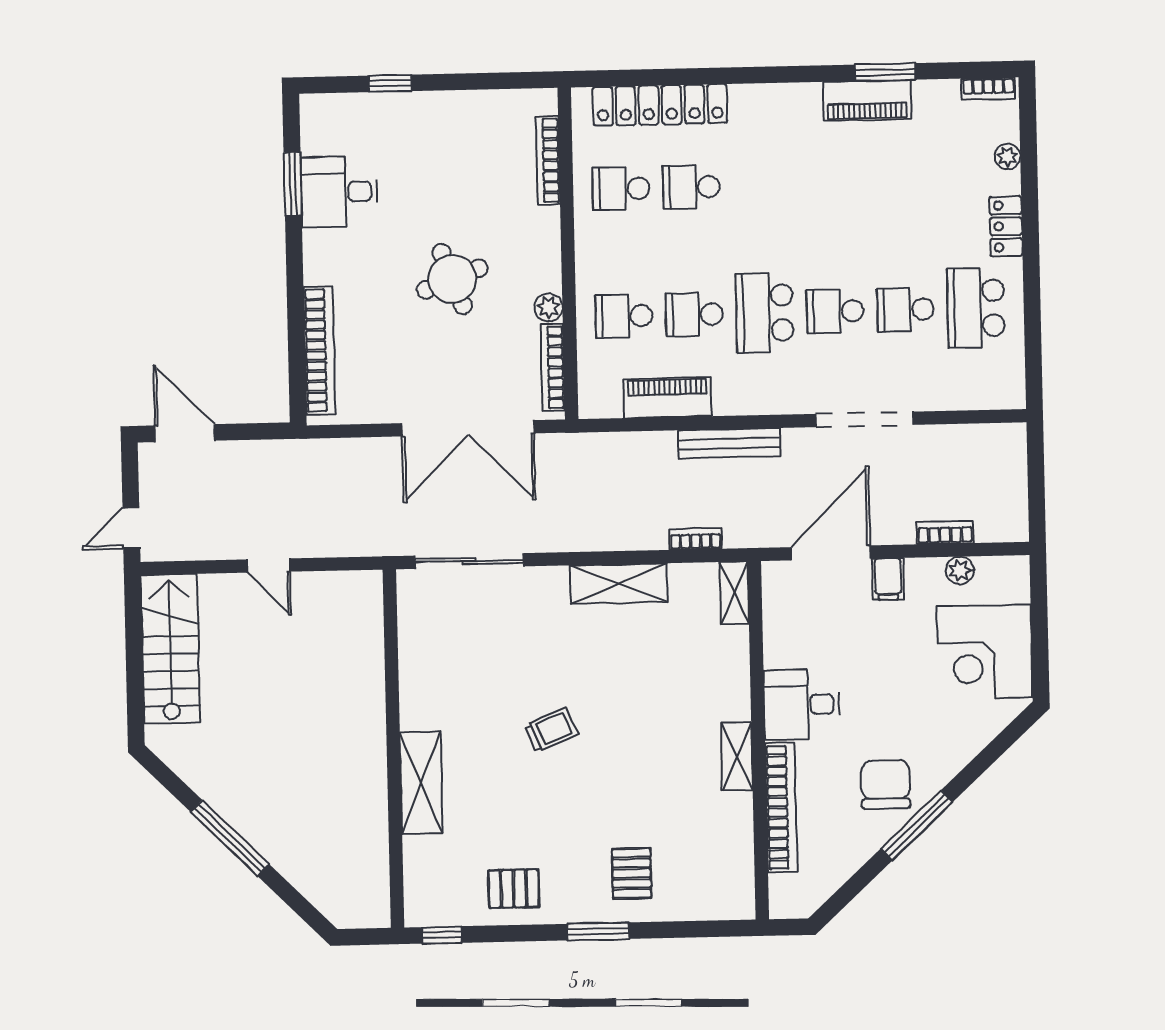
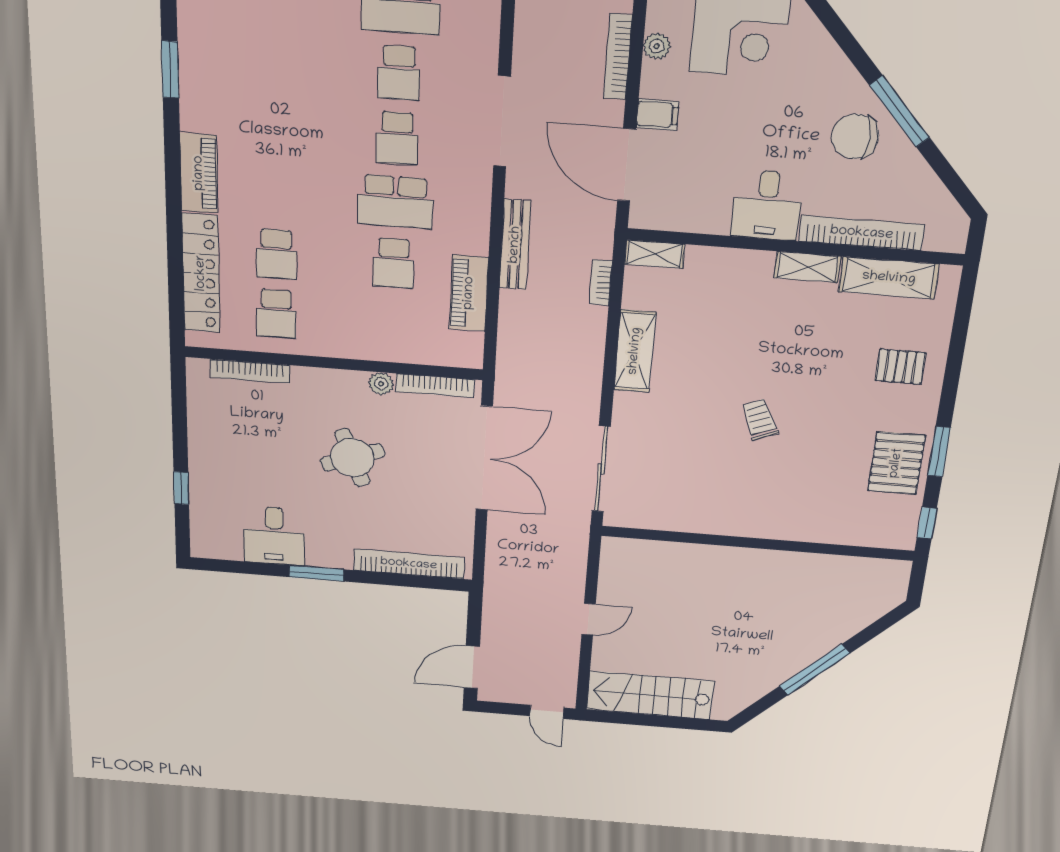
piano: (867, 100) -> (199, 173), moved
window: (293, 184) -> (316, 573), moved
school desk: (624, 316) -> (392, 323), removed
bookcase: (945, 532) -> (618, 57), width x1.56
shelving: (421, 783) -> (889, 278), moved
pallet: (514, 889) -> (896, 463), width x1.50, depth x1.42
window: (598, 931) -> (939, 452), moved

